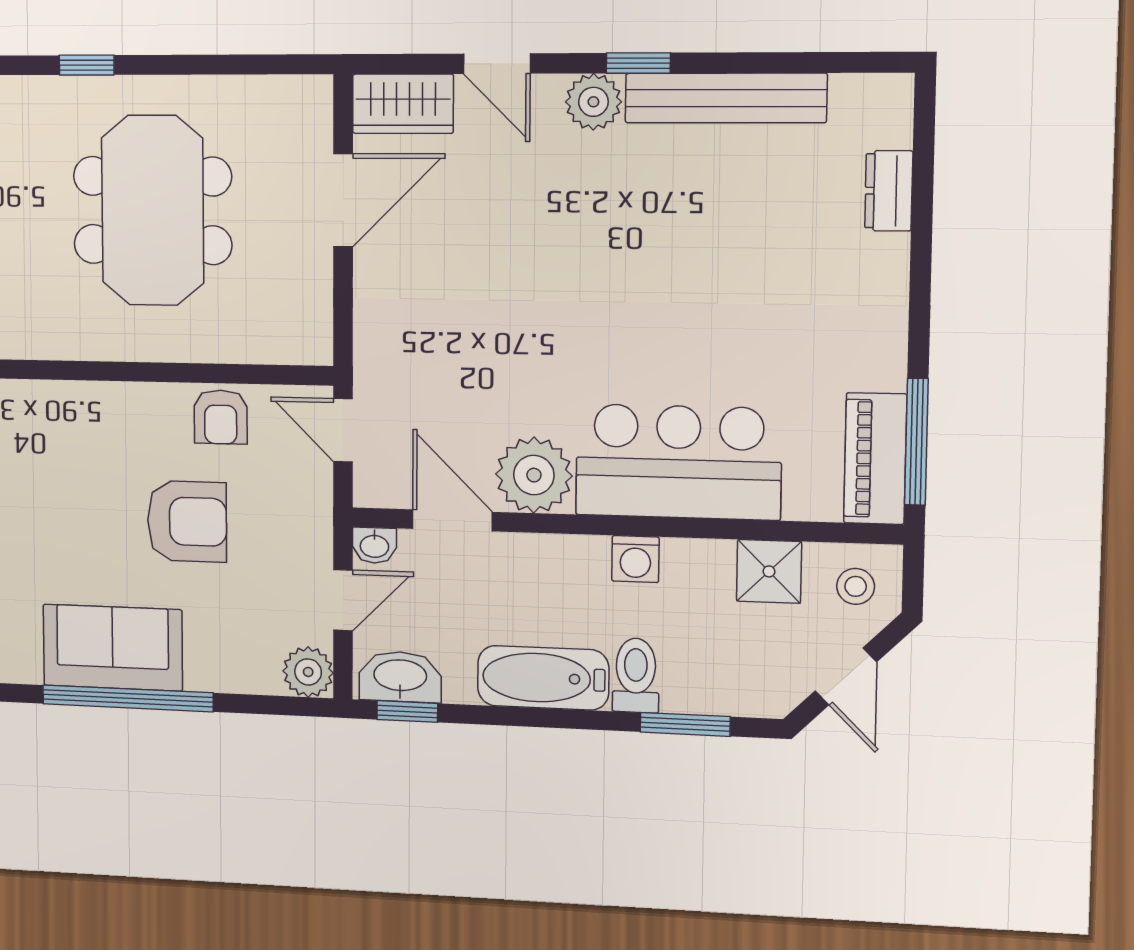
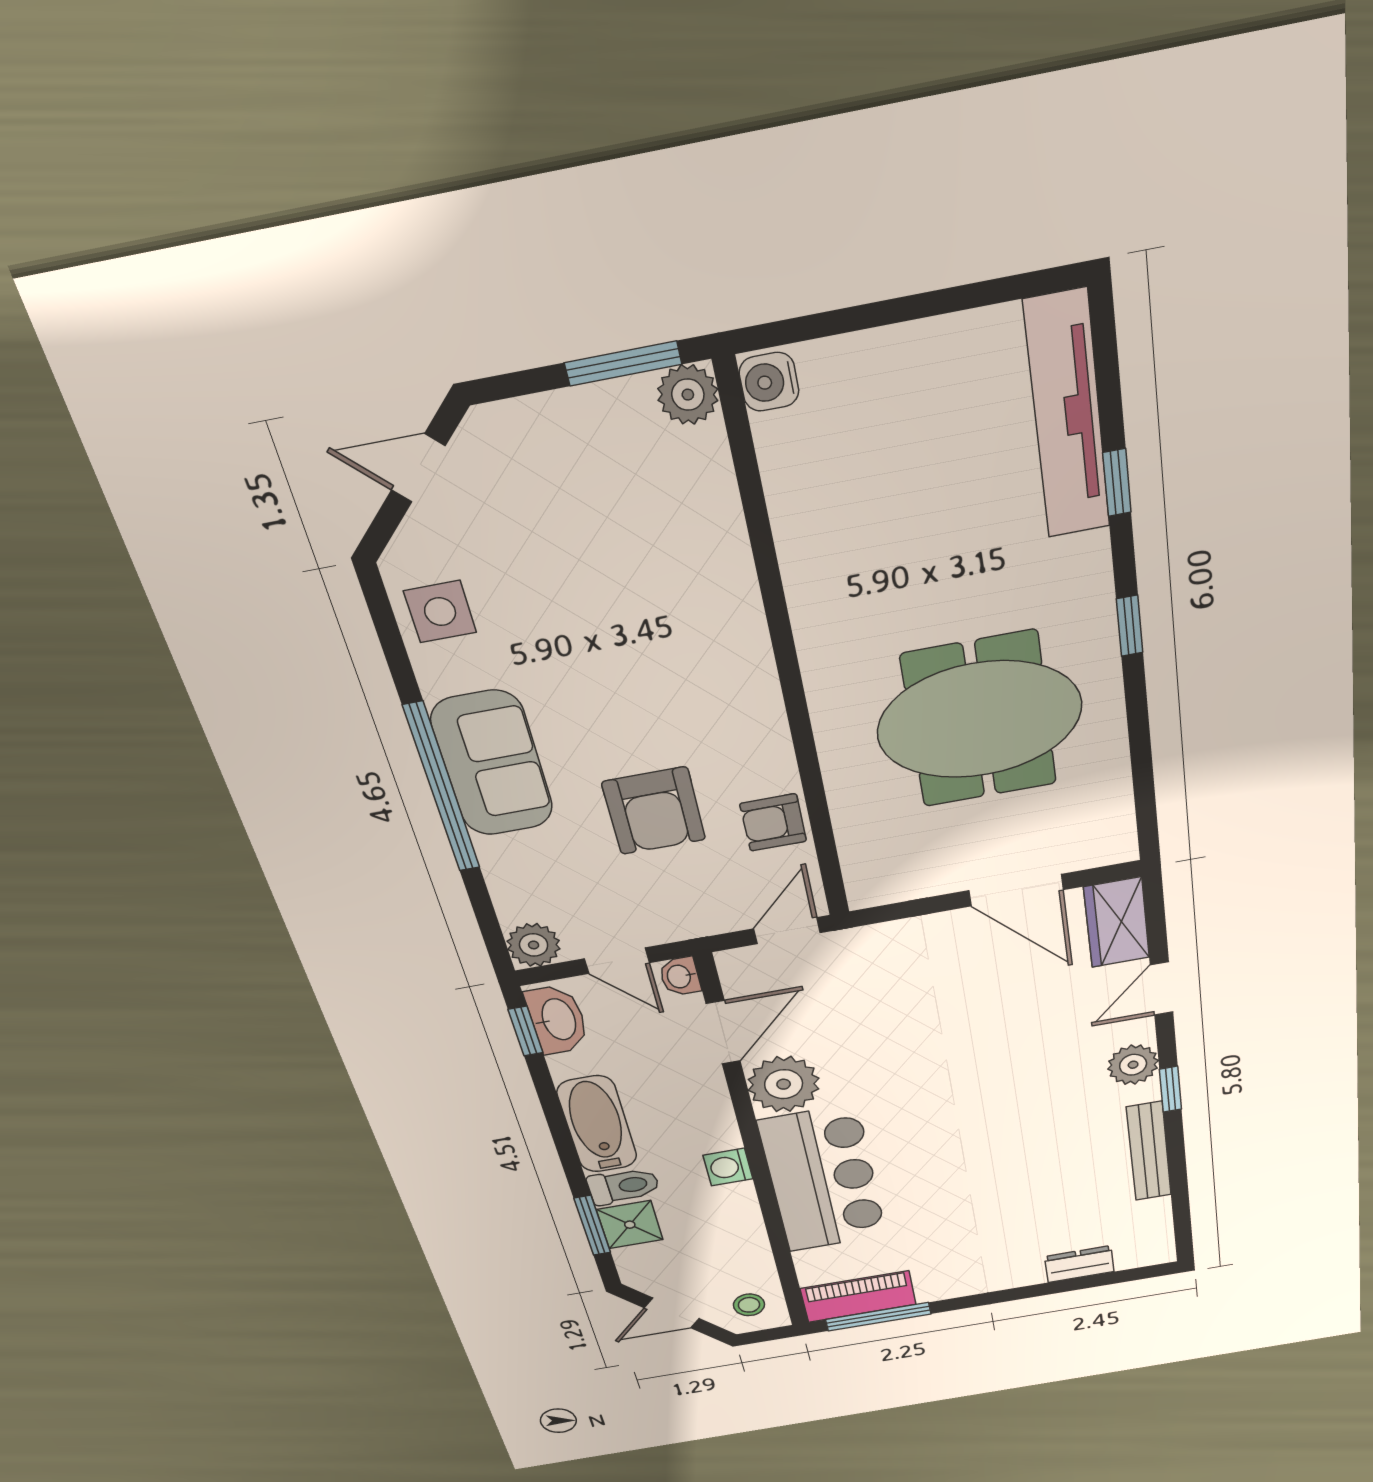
bench: (726, 98) -> (1149, 1151), width x0.73, depth x0.82
shower: (769, 571) -> (630, 1225), moved

